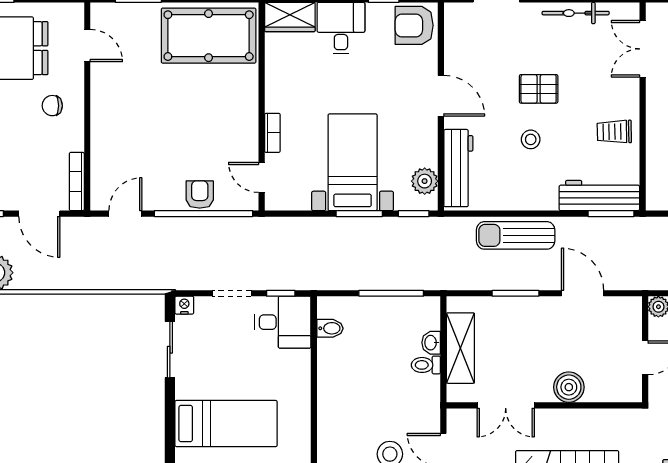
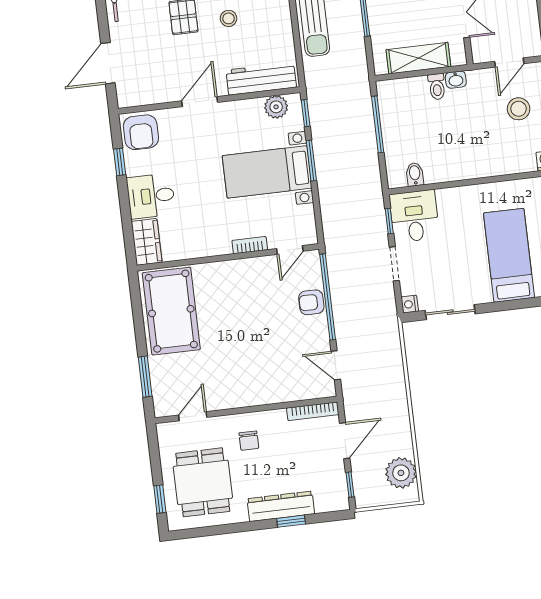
washbasin: (431, 343) -> (456, 80), moved

